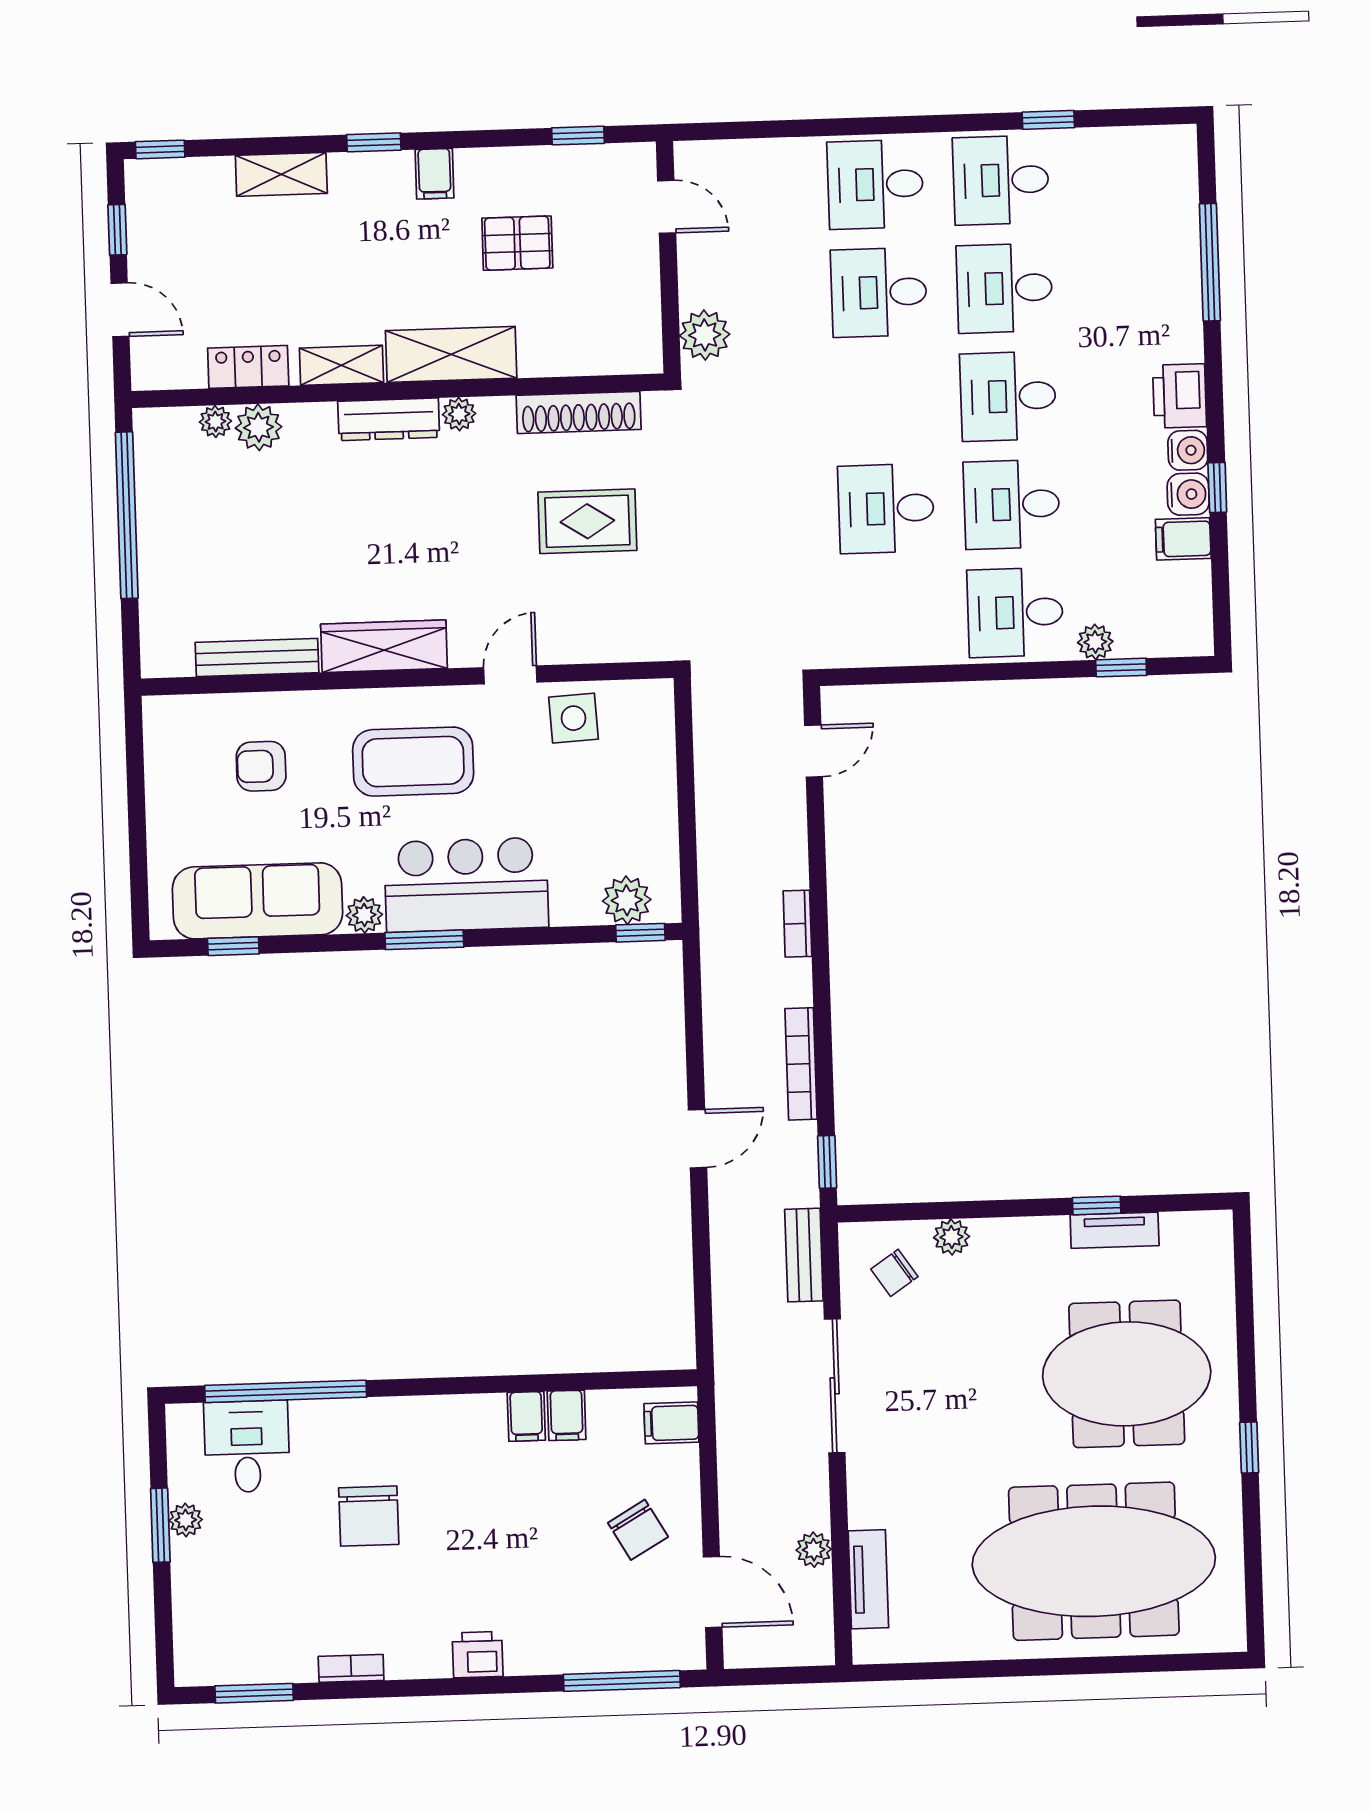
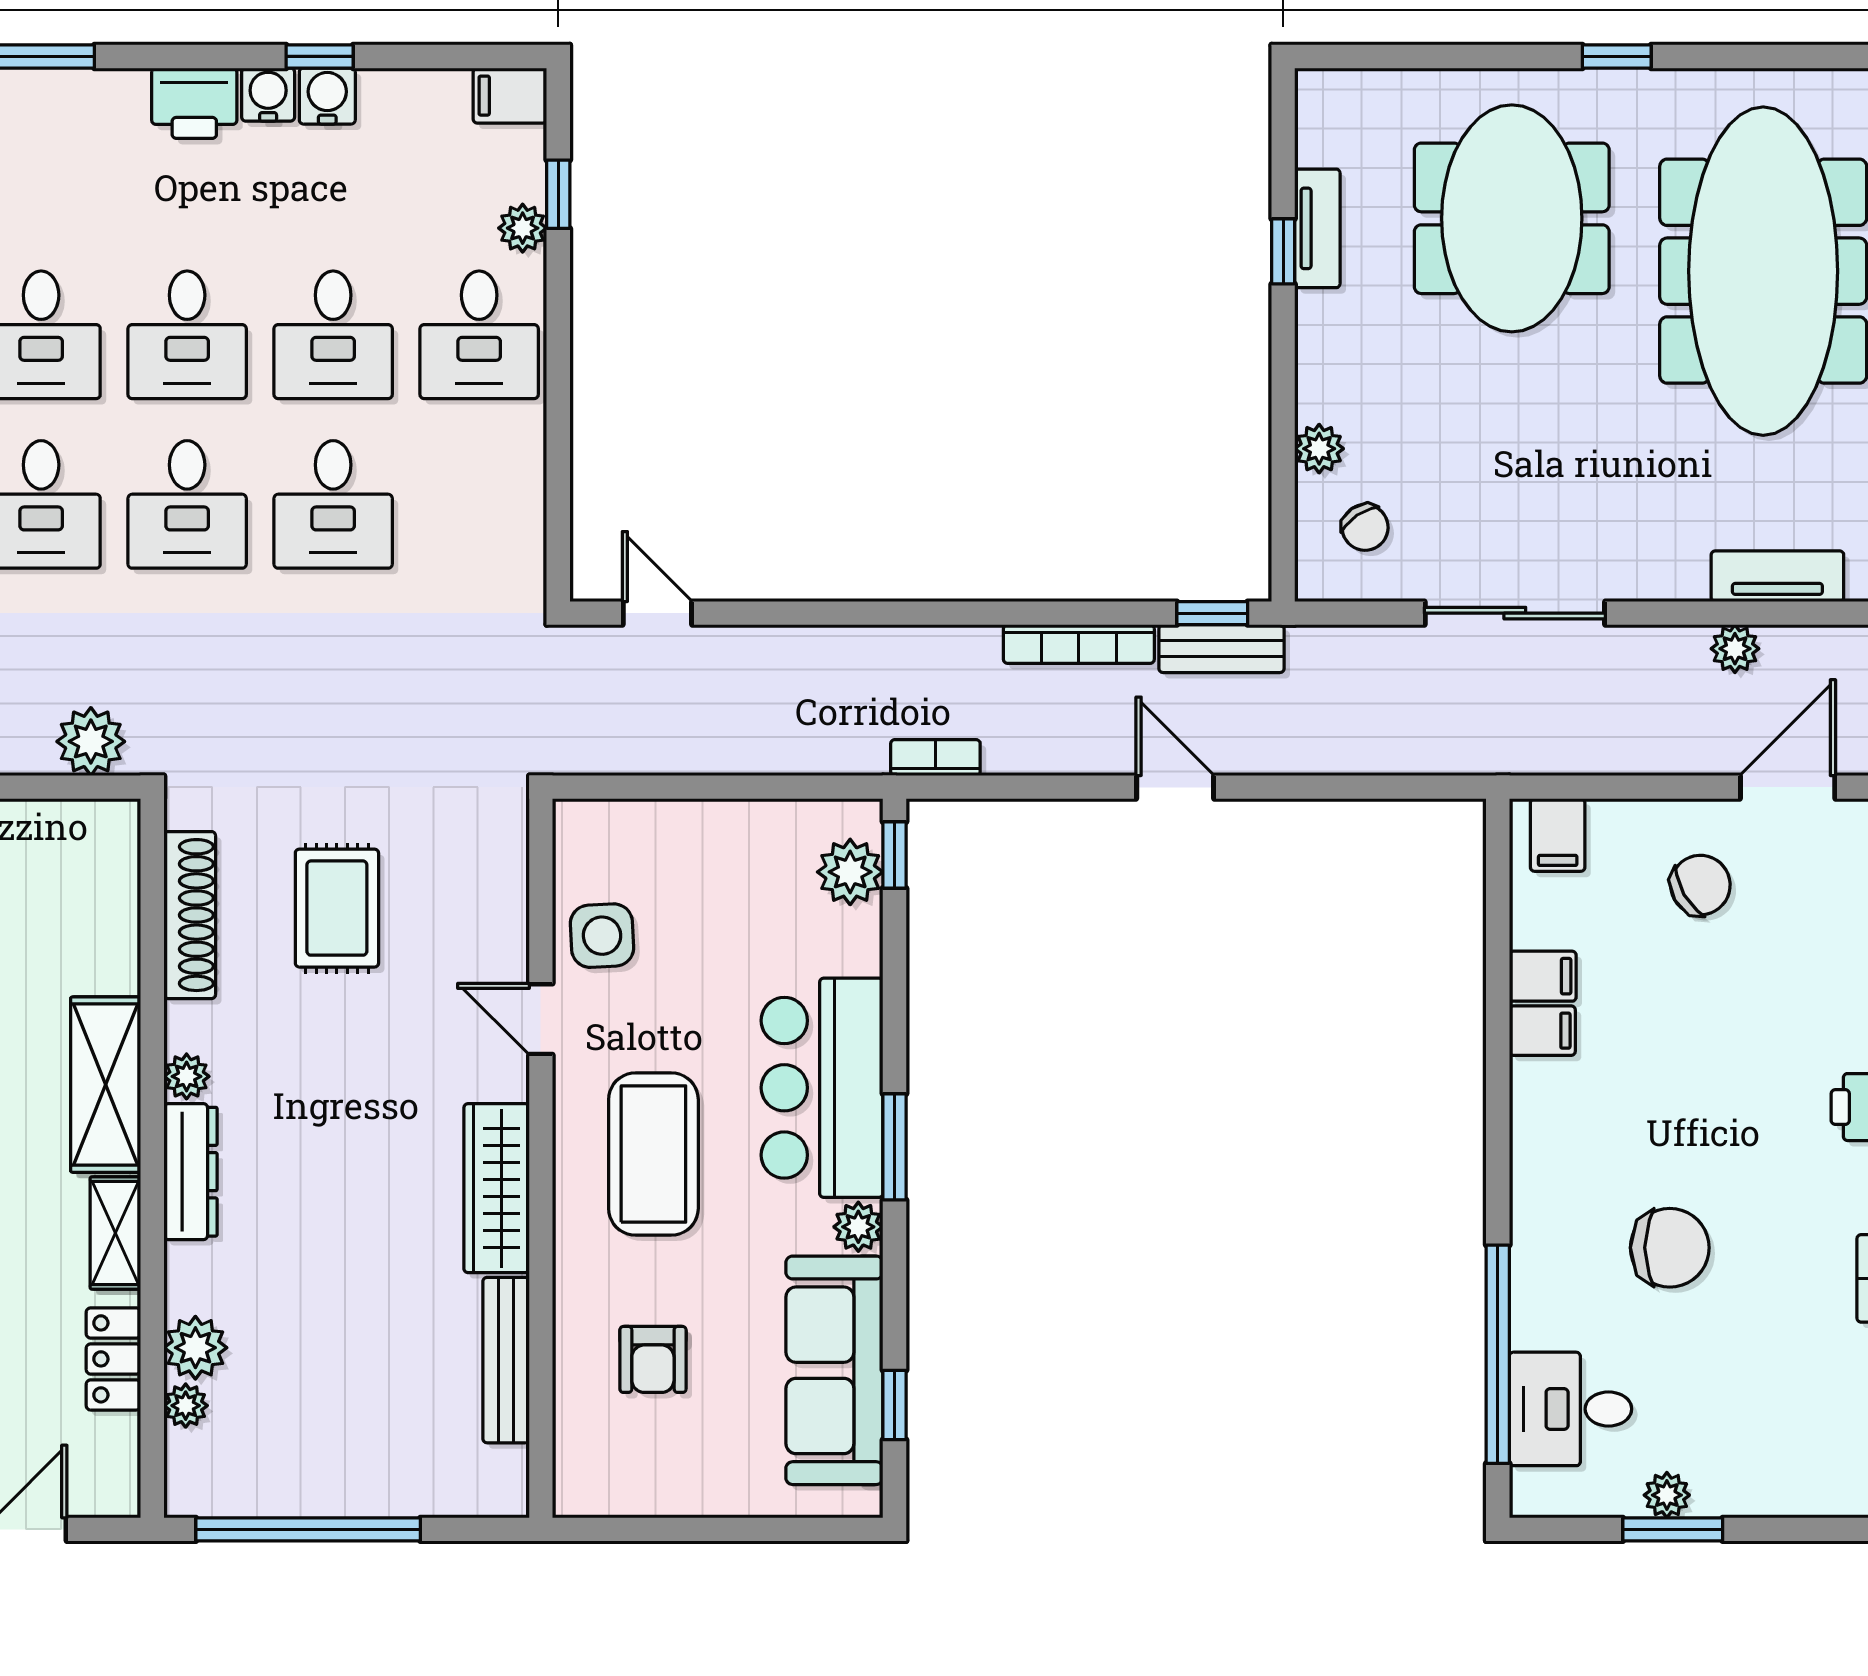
desk: (882, 400) -> (187, 504), added
filing cabinet: (1183, 539) -> (510, 96), moved, turned 90
bookcase: (797, 924) -> (935, 758), moved, turned 180
bench: (804, 1255) -> (1222, 649), moved

